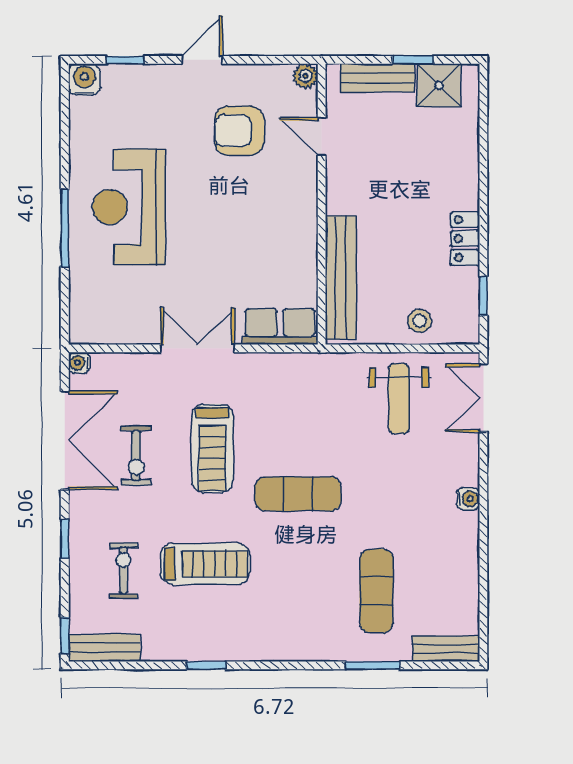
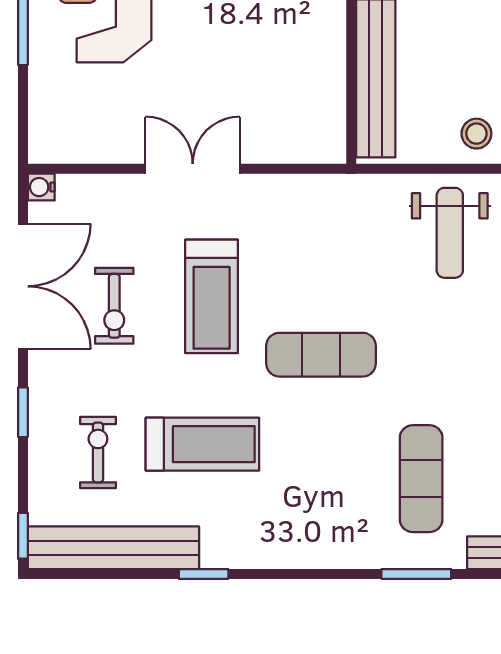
row of seats: (280, 327) -> (298, 141), removed
bench: (105, 648) -> (113, 548), width x1.86, depth x1.21

